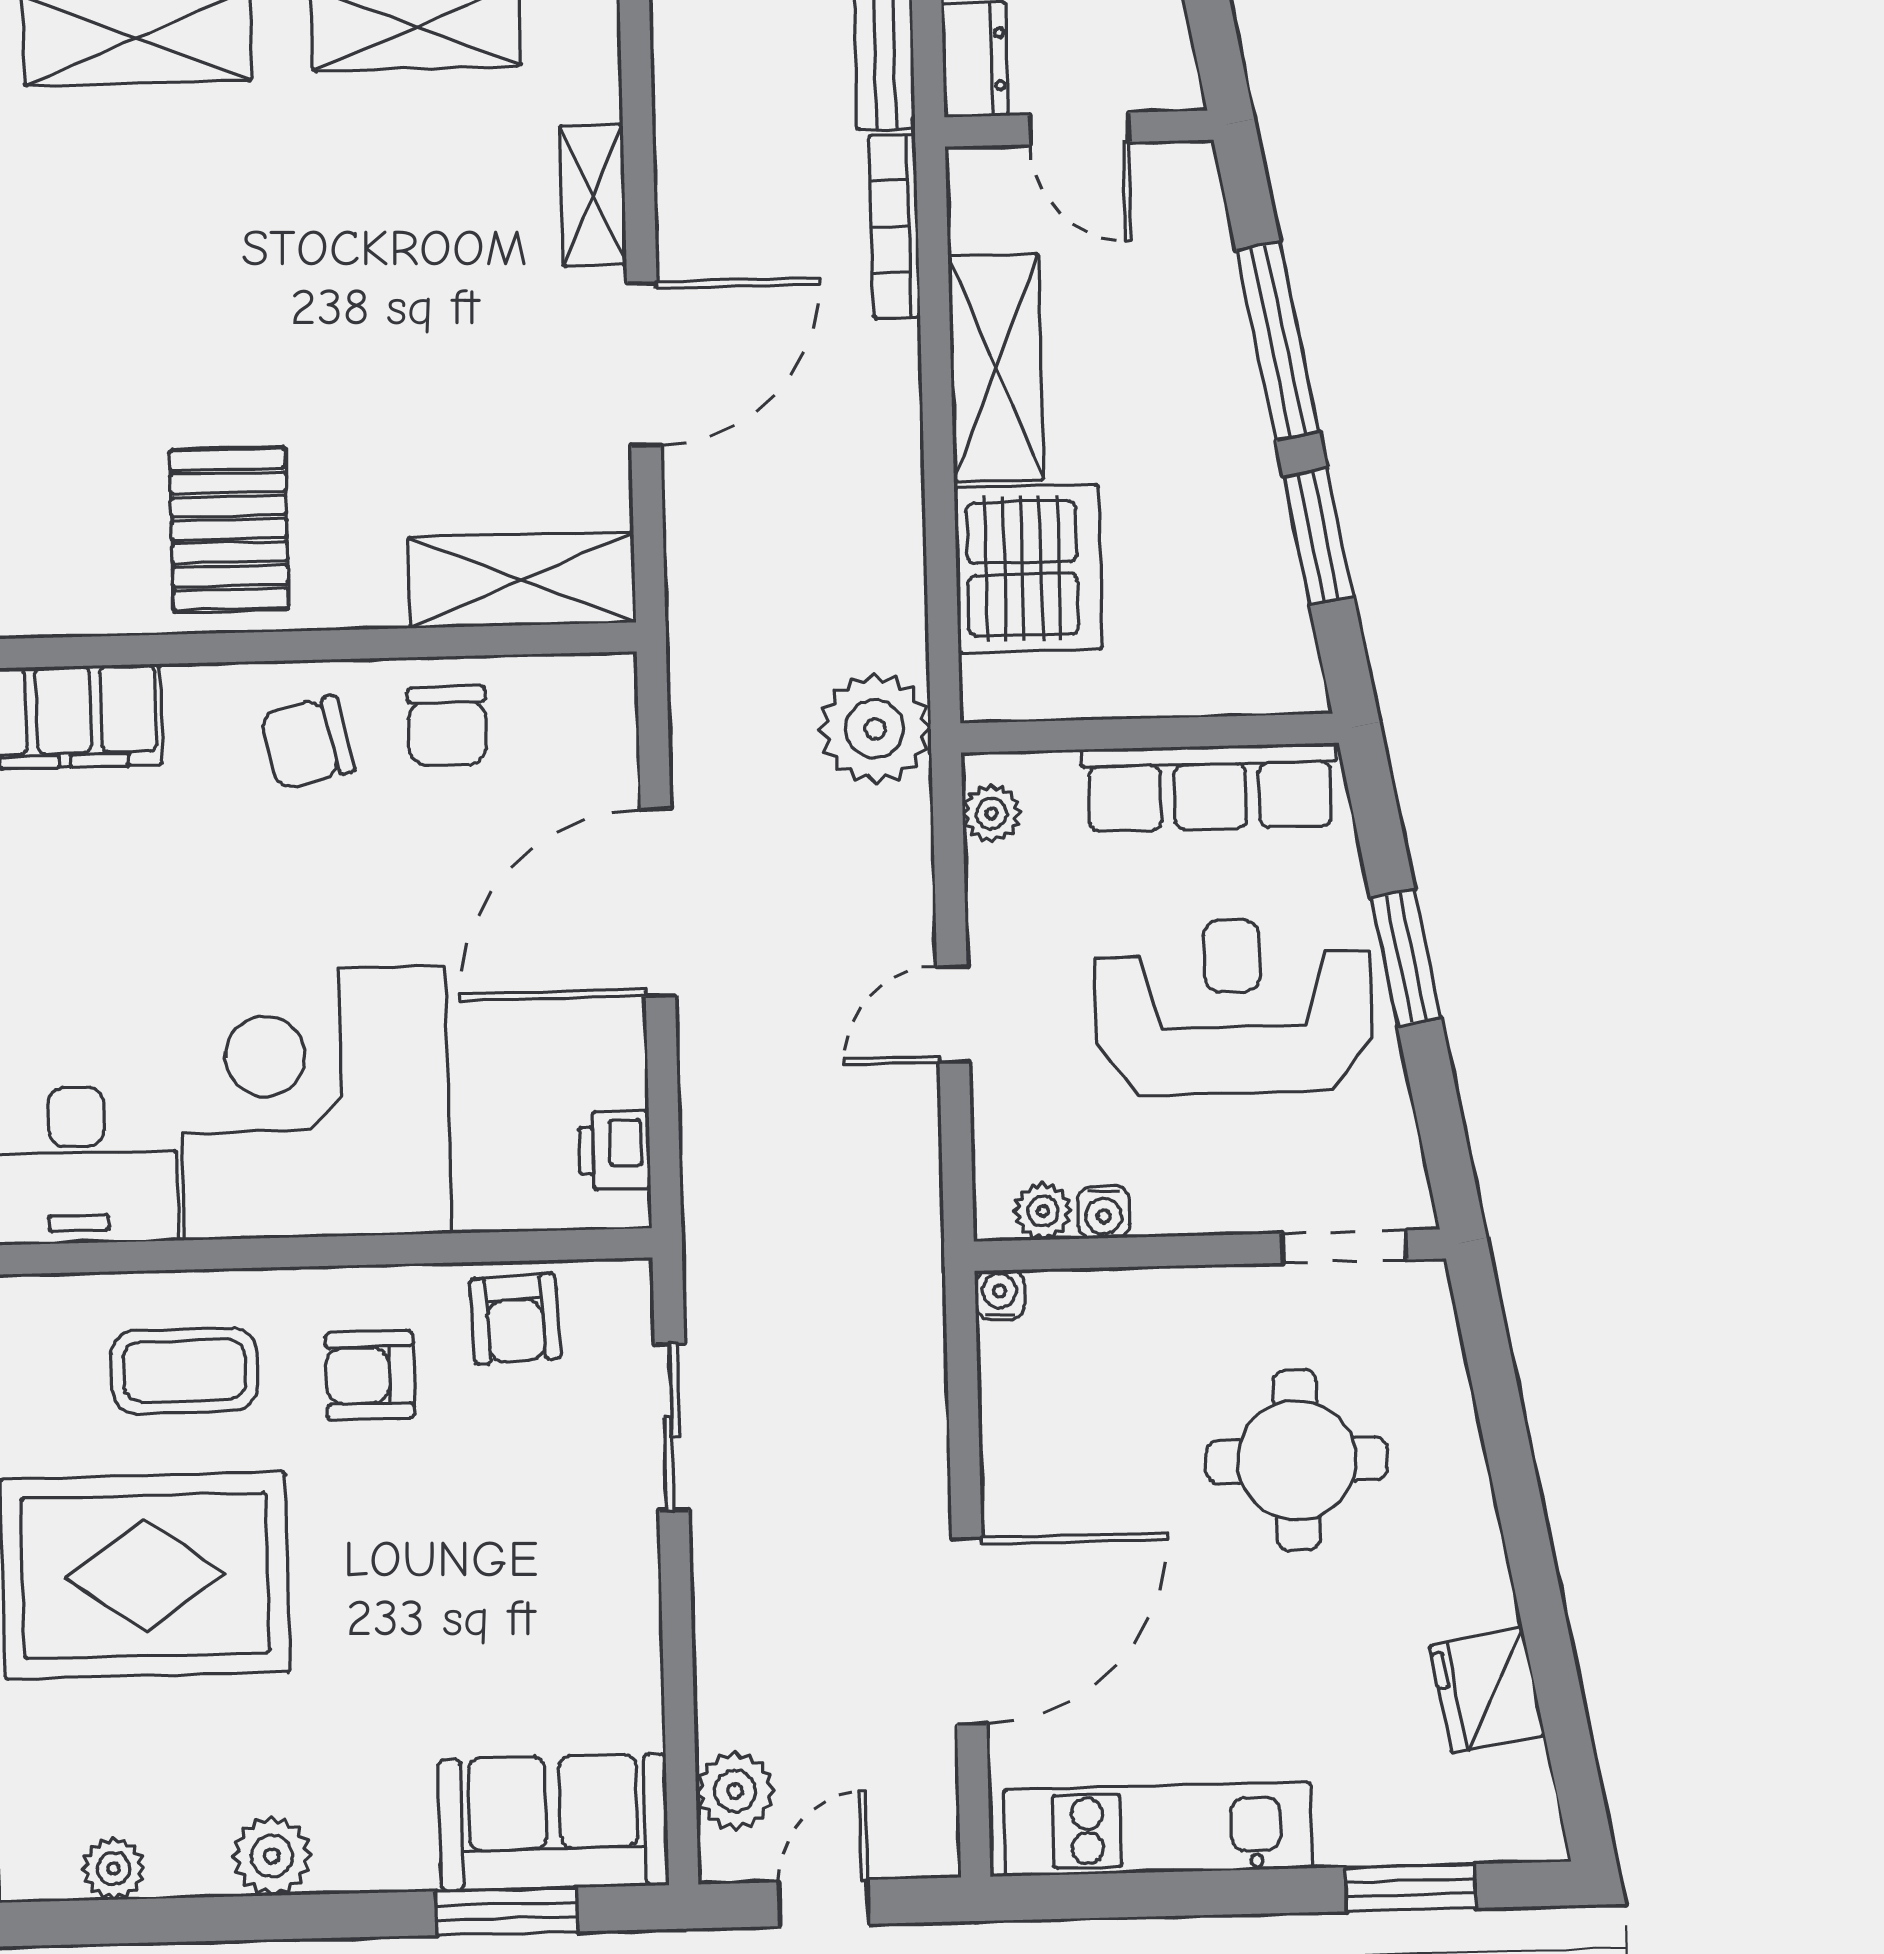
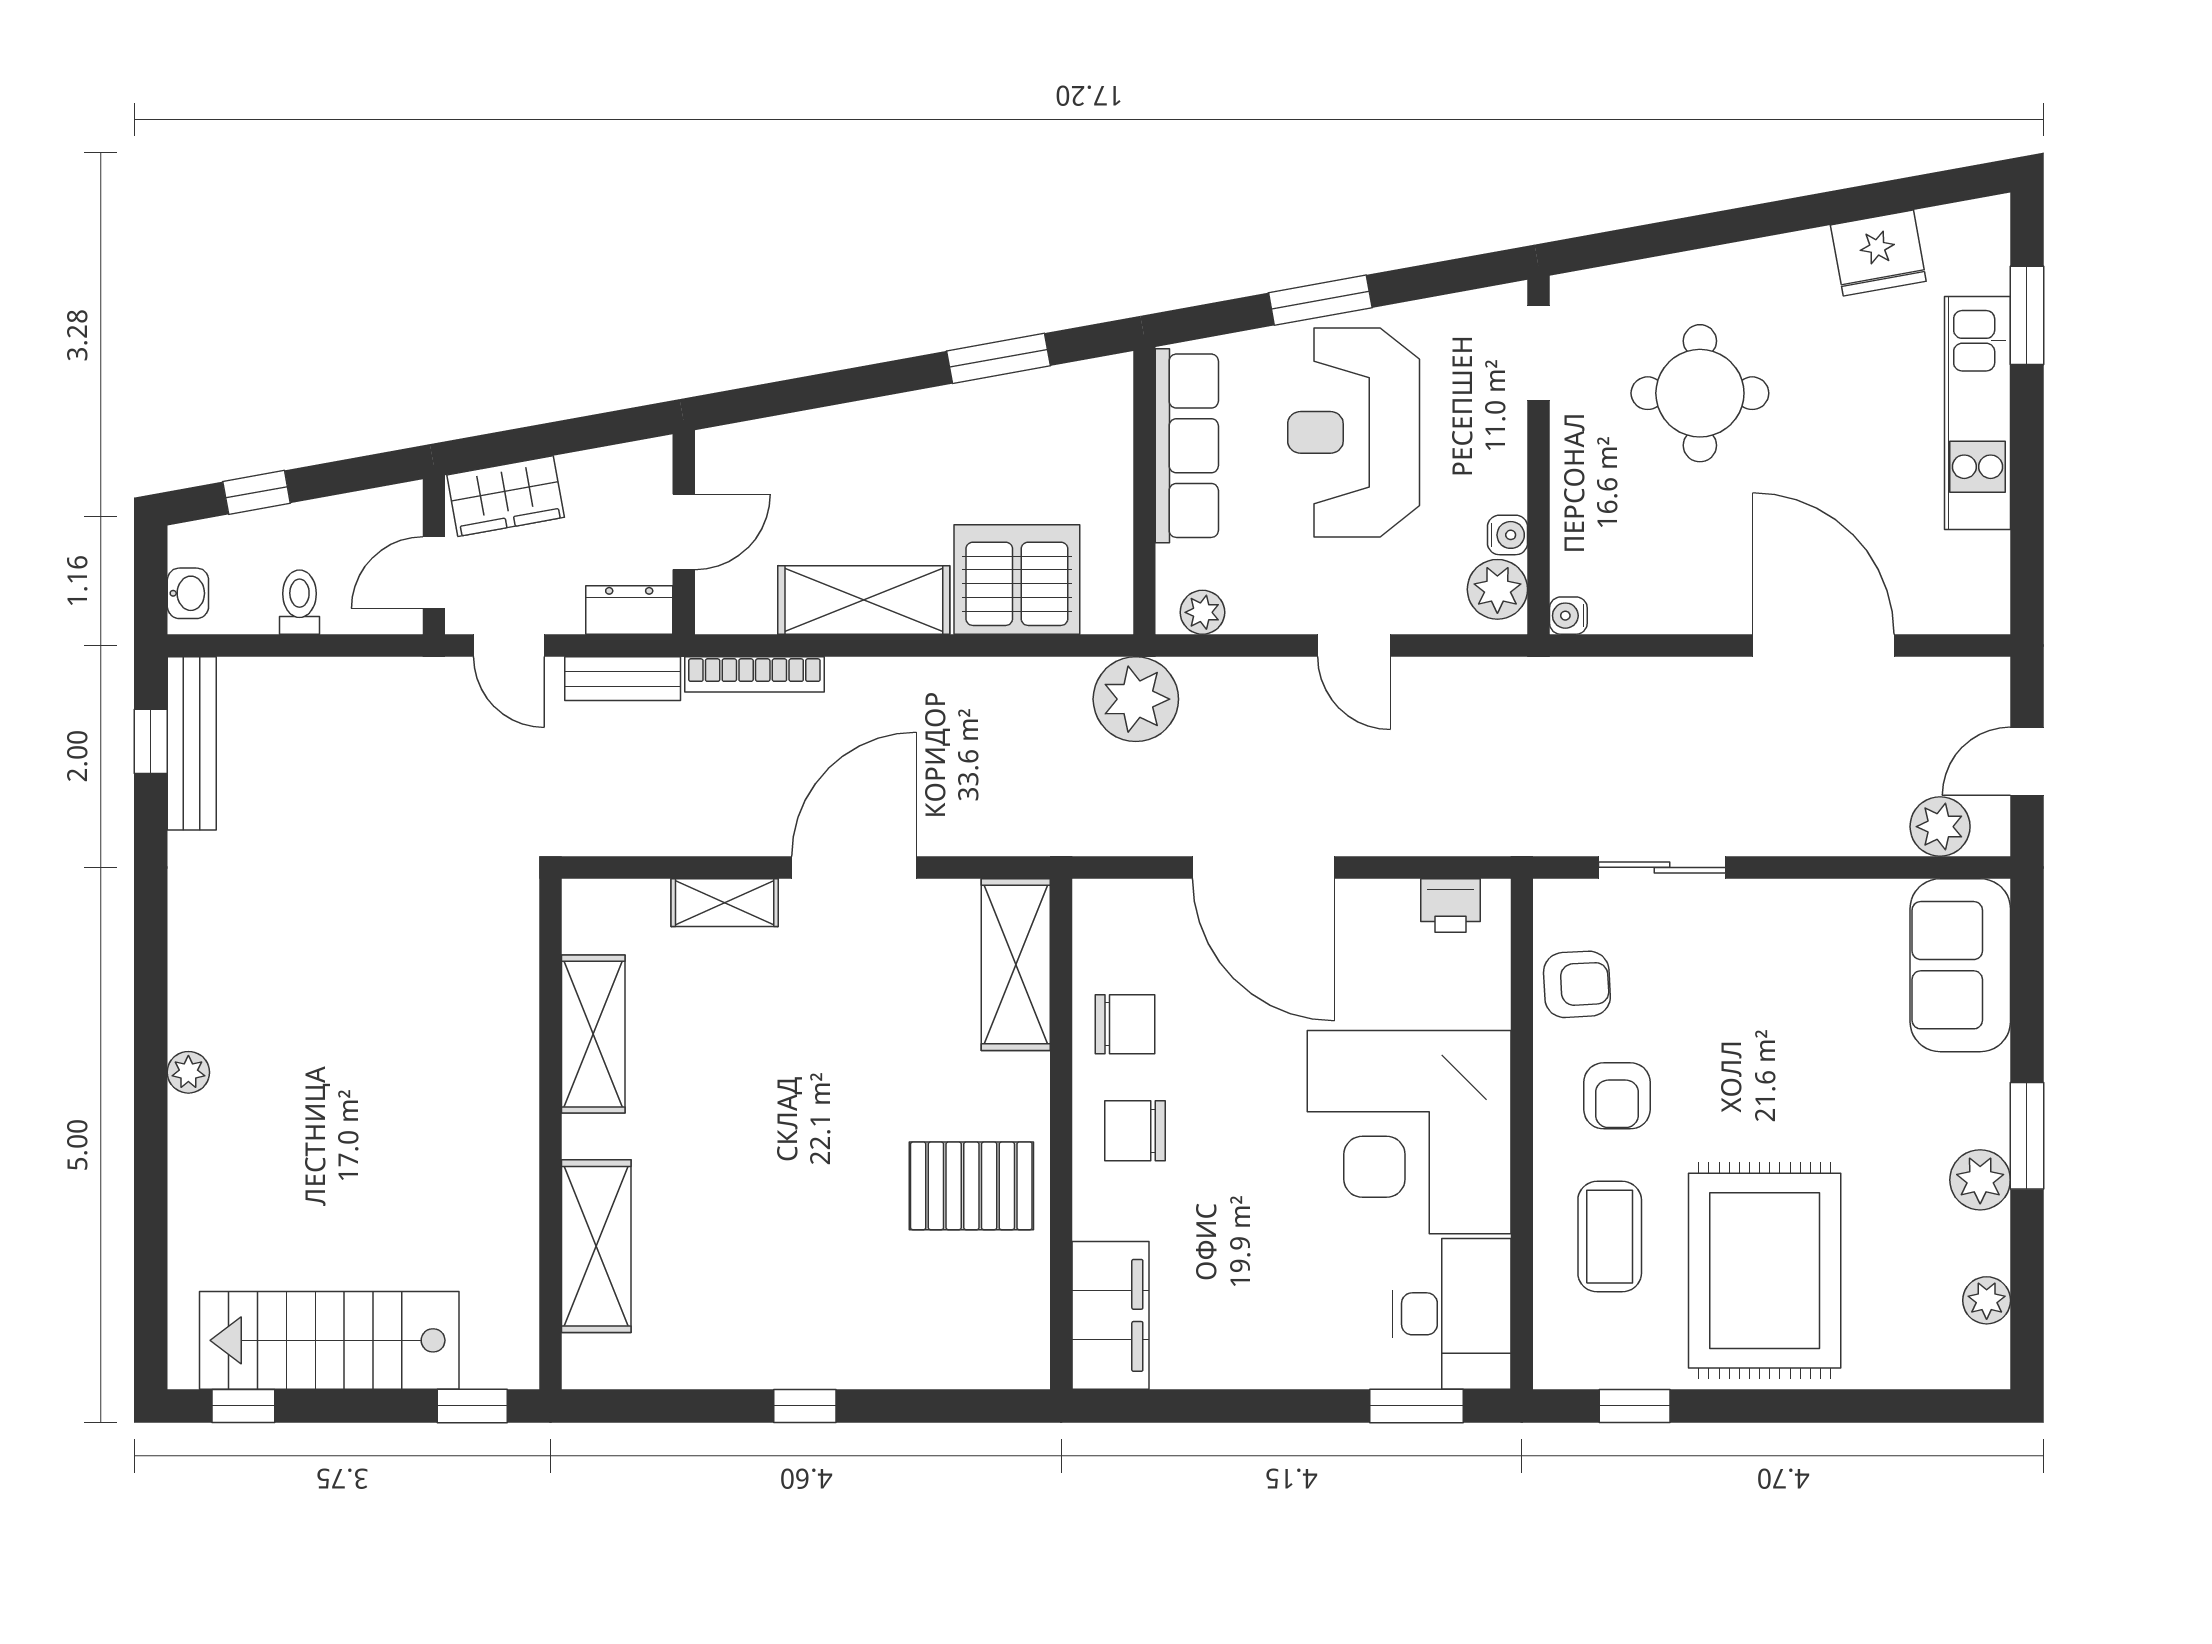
window: (1278, 341) -> (849, 385), removed
door: (644, 364) -> (854, 867), hinge flipped
chair: (307, 743) -> (1135, 1131), turned 103
plant: (1043, 1211) -> (1497, 589), width x1.38, depth x1.38
kitchen unit: (1158, 1829) -> (1977, 413), moved
door: (824, 1903) -> (2027, 761), hinge flipped
window: (507, 1911) -> (2027, 1136), moved

